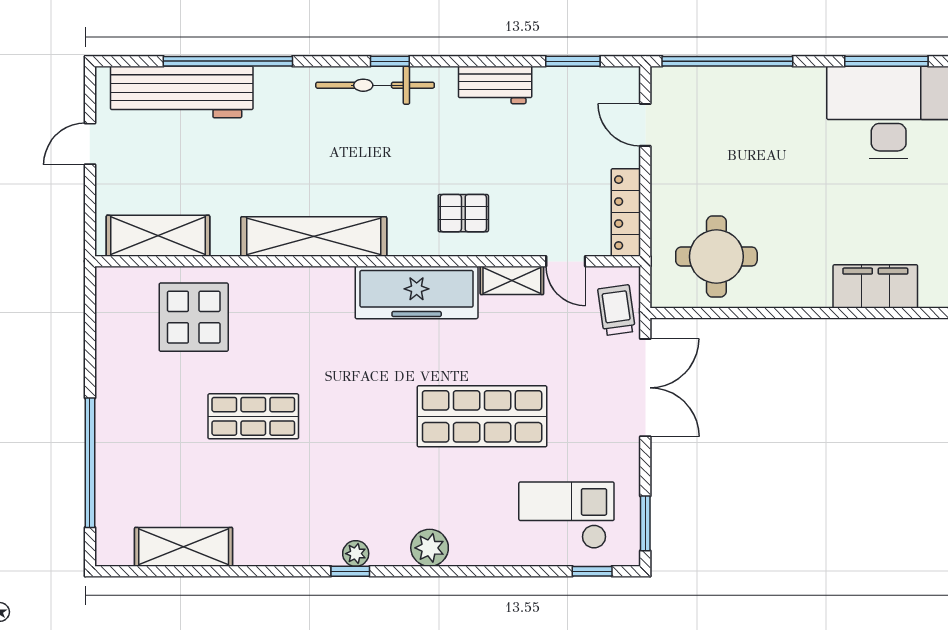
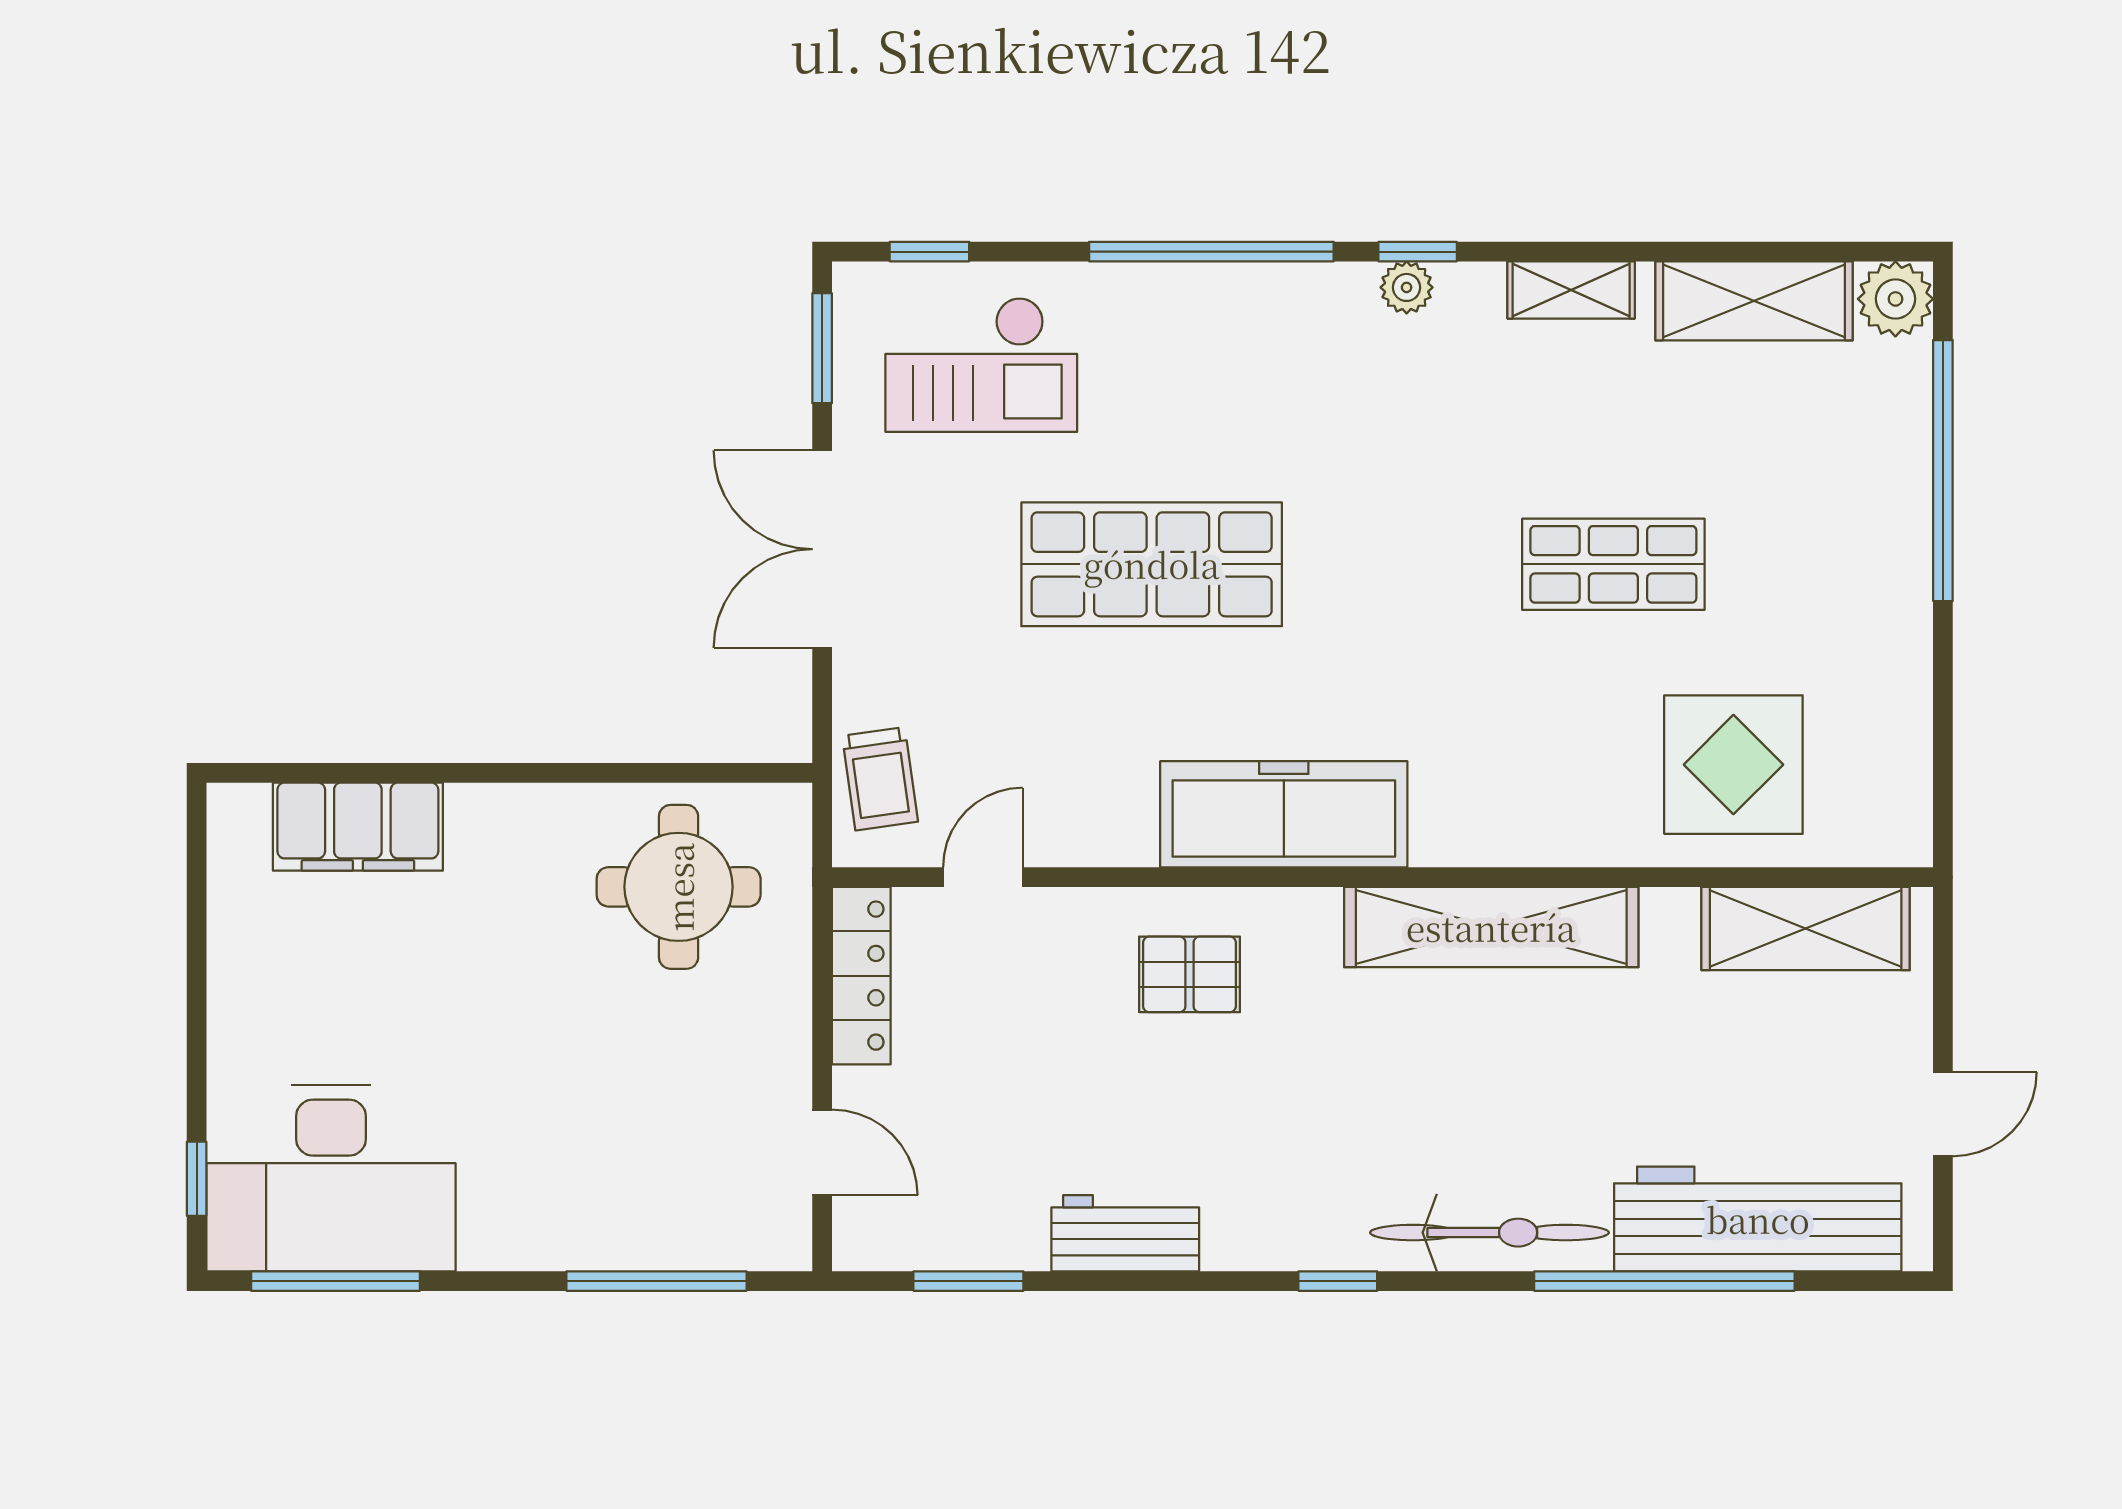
window: (727, 61) -> (656, 1281), width x0.68
bicycle: (375, 85) -> (1489, 1233), moved
door: (566, 261) -> (983, 877), hinge flipped
shelving: (512, 280) -> (1571, 290), moved
double door: (645, 388) -> (822, 549), moved
plant: (430, 548) -> (1895, 299), moved
window: (452, 571) -> (1211, 252), added

